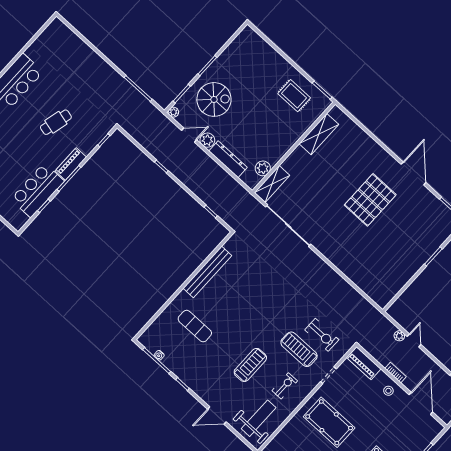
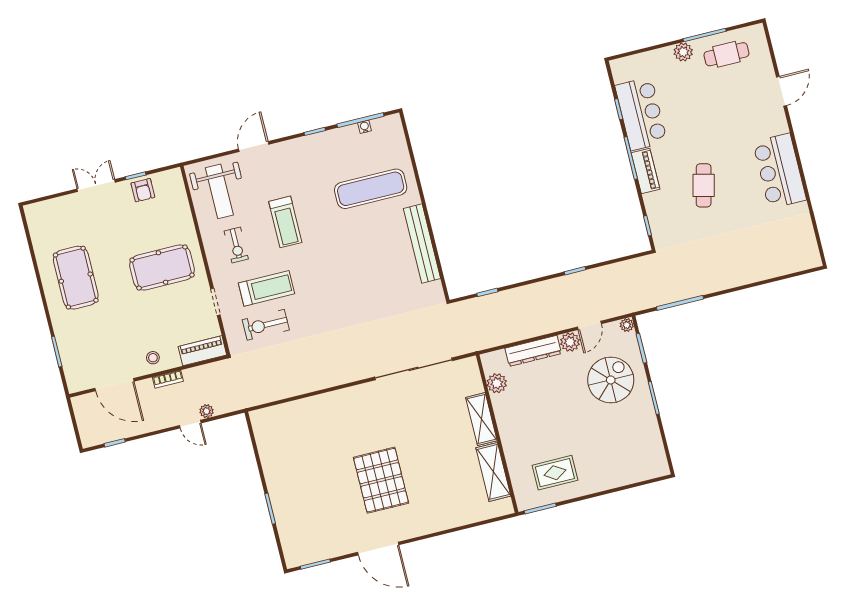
spiral stairs: (214, 99) -> (611, 380), turned 180
shelving: (272, 184) -> (481, 419), moved
exercise mat: (195, 326) -> (371, 189), width x1.36, depth x1.45

